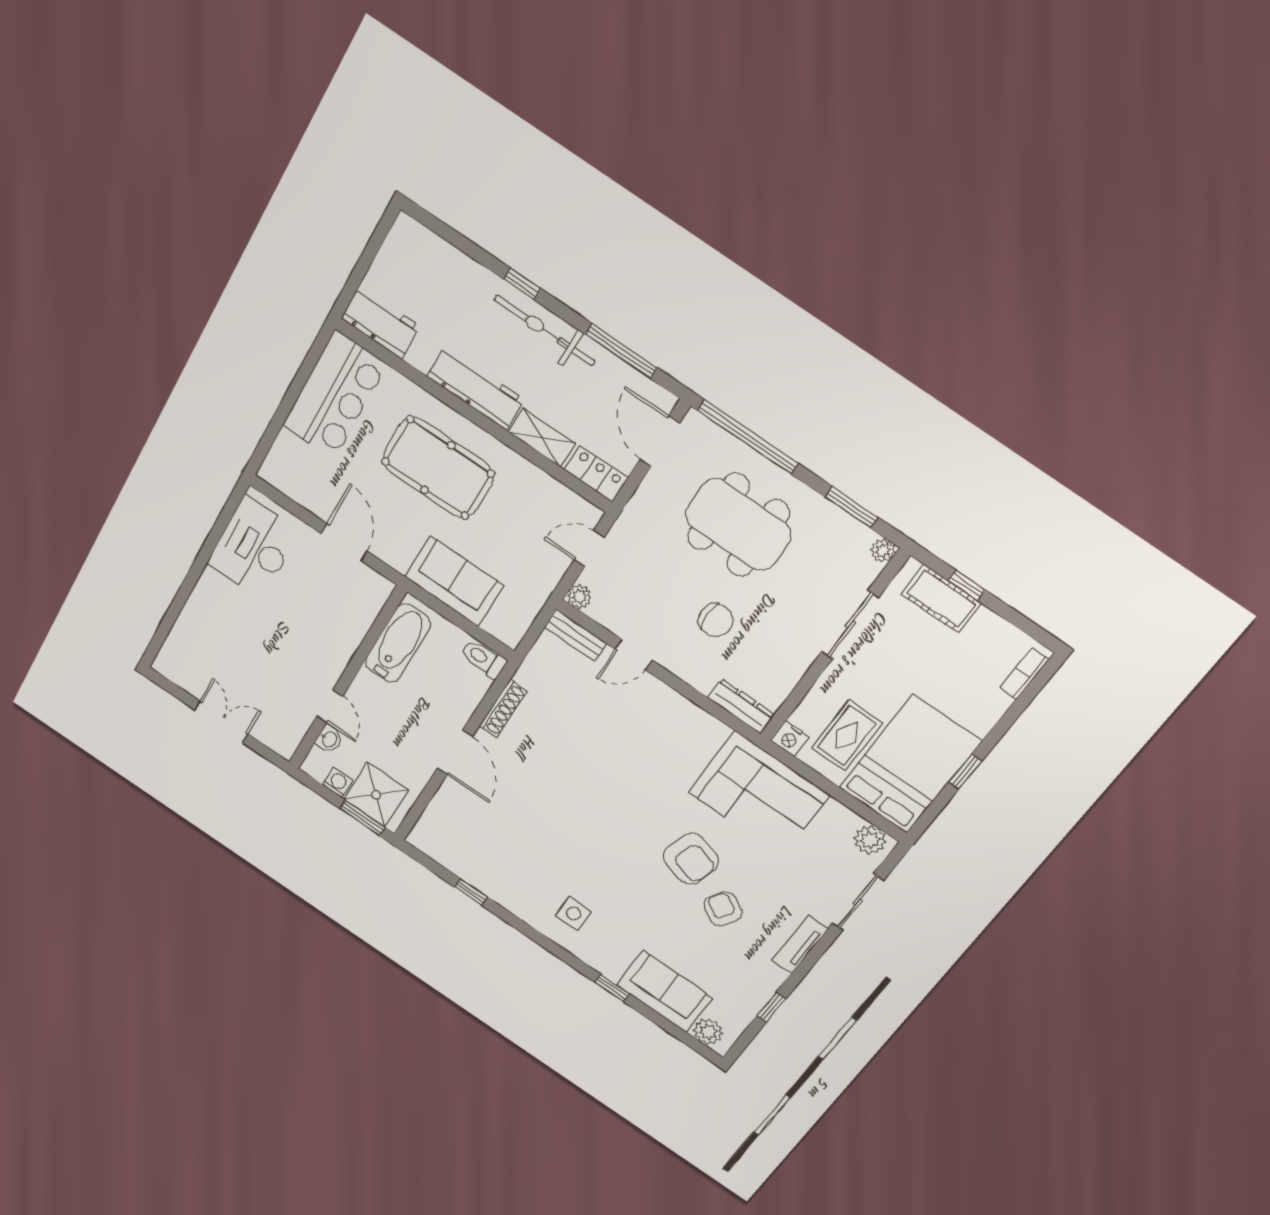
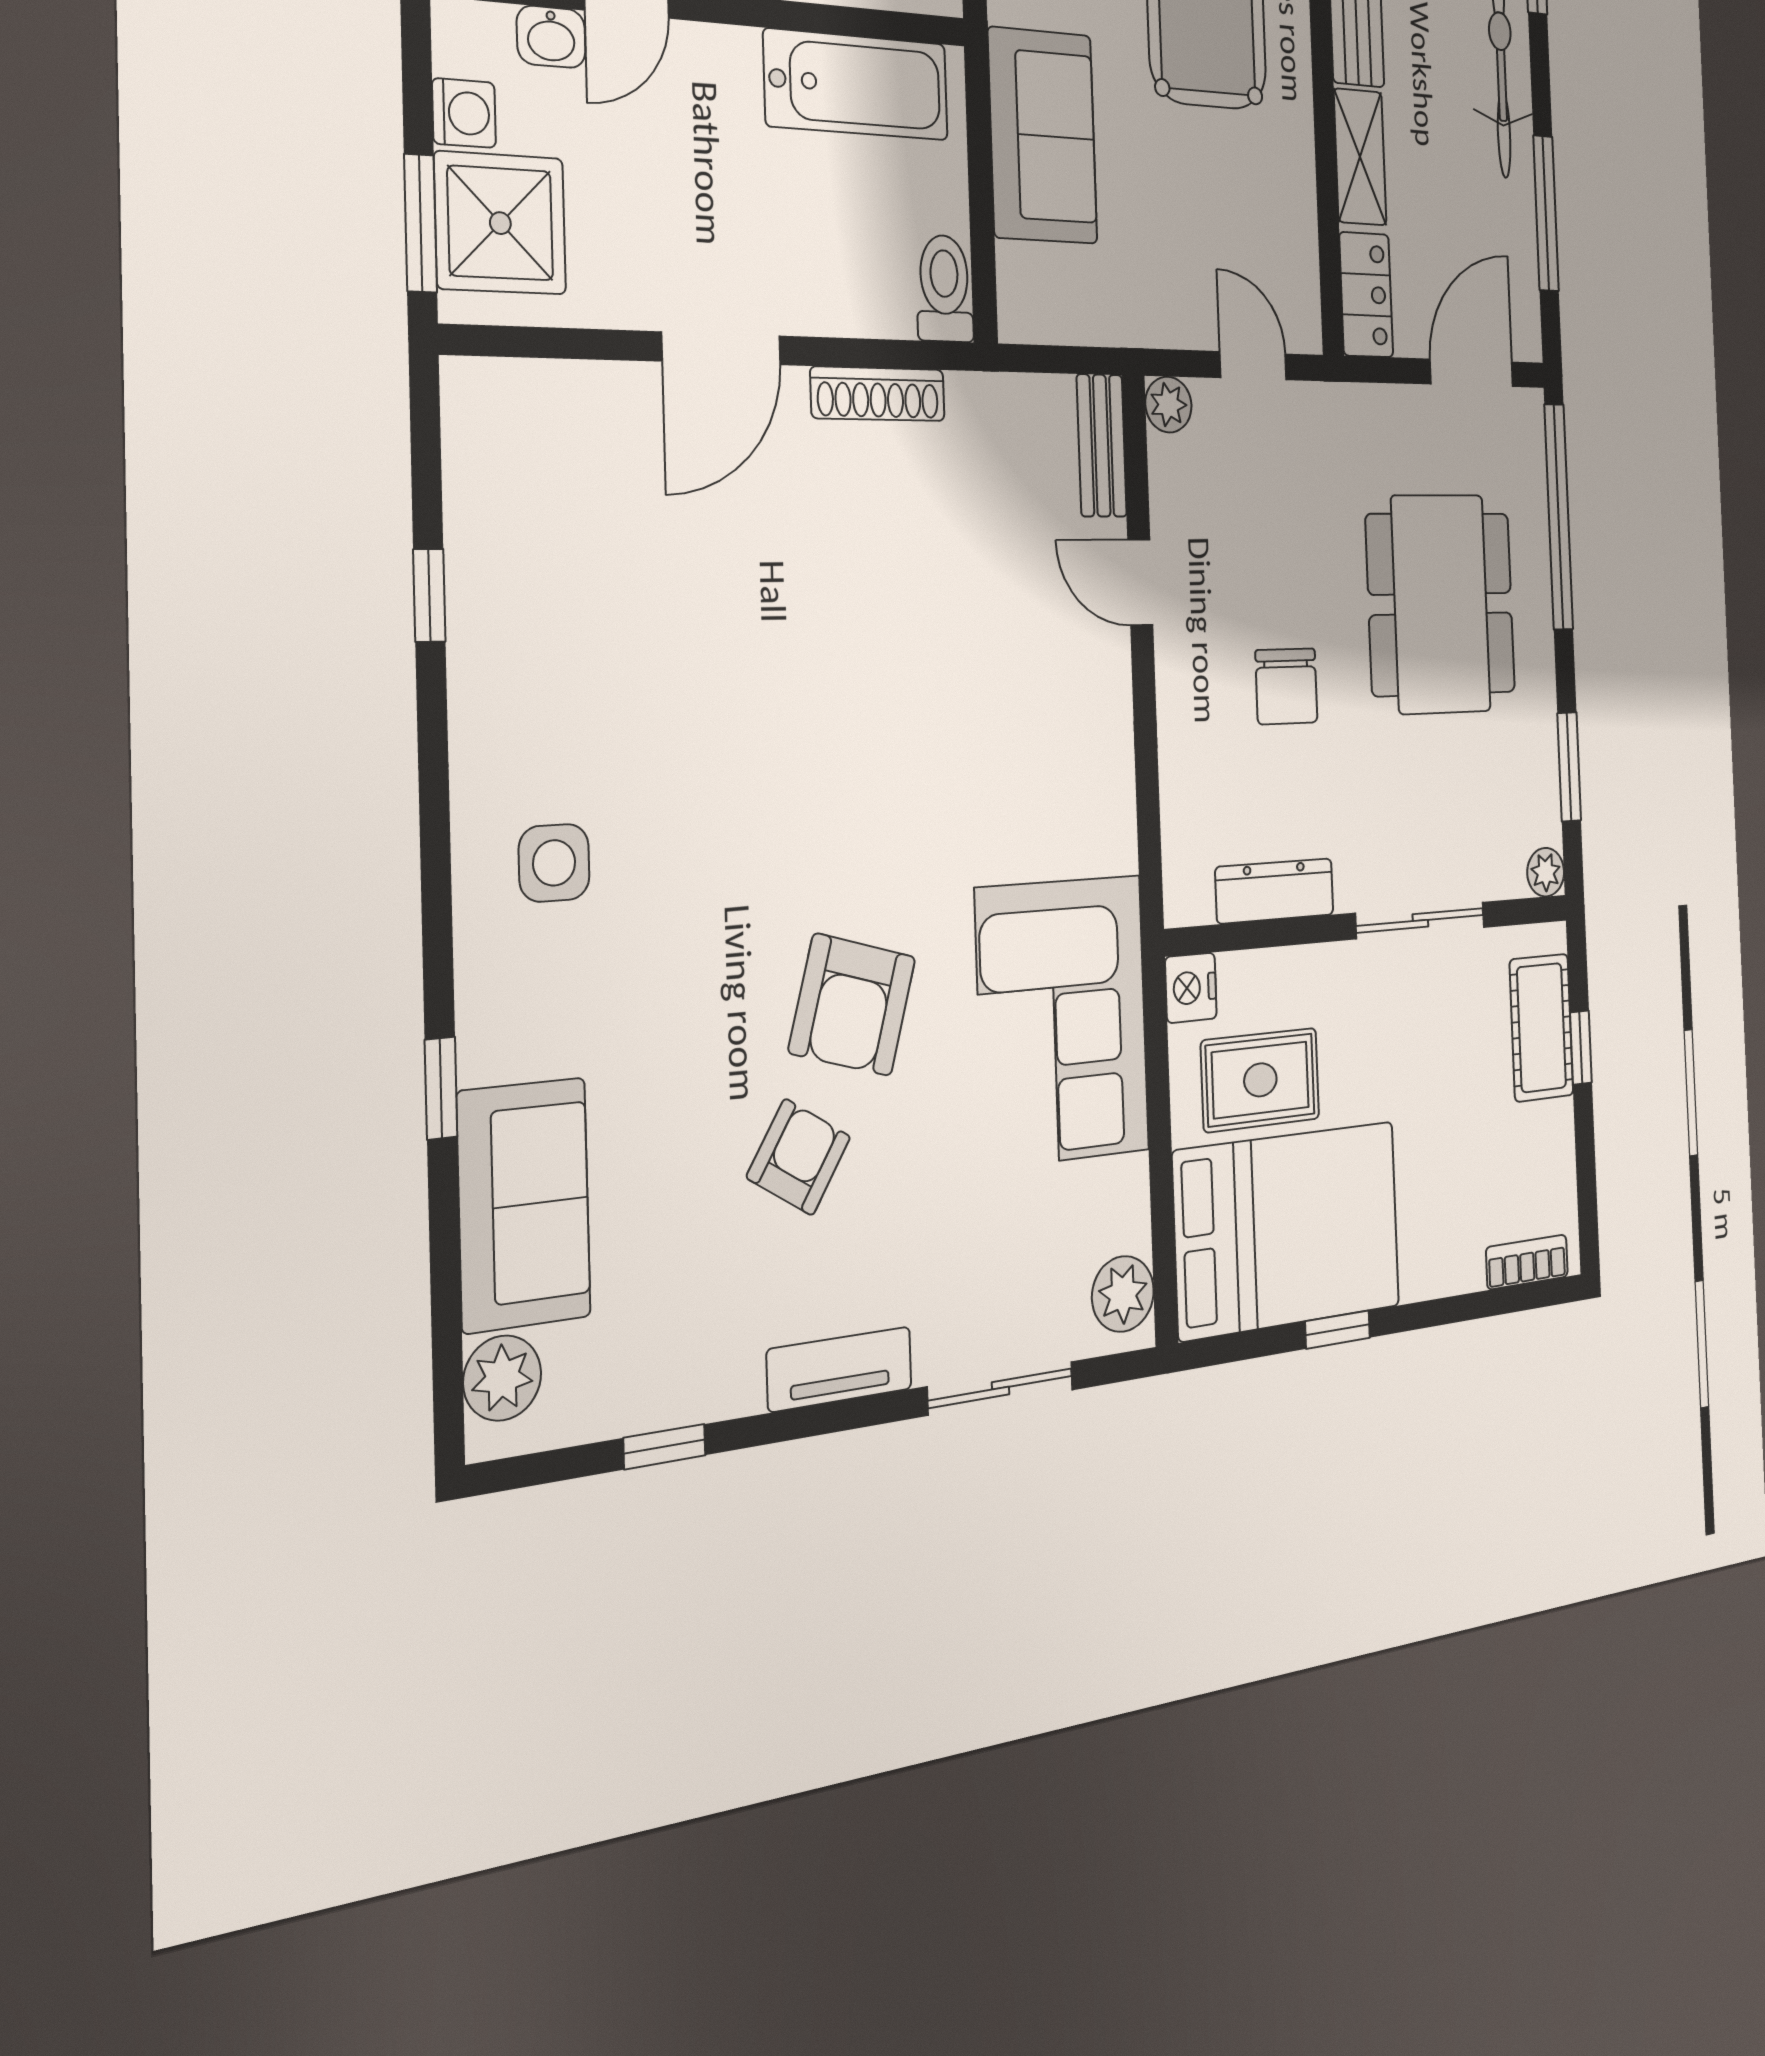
dresser: (741, 706) -> (1275, 891), moved, turned -90

